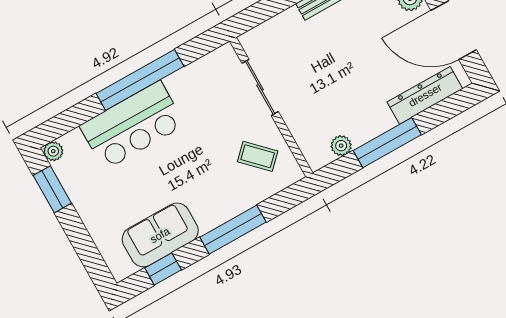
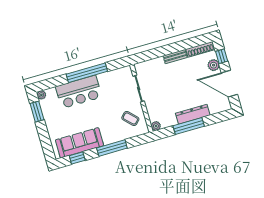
dresser: (425, 95) -> (193, 114), moved
plant: (341, 146) -> (156, 126), moved
sofa: (160, 235) -> (79, 143), width x1.36

